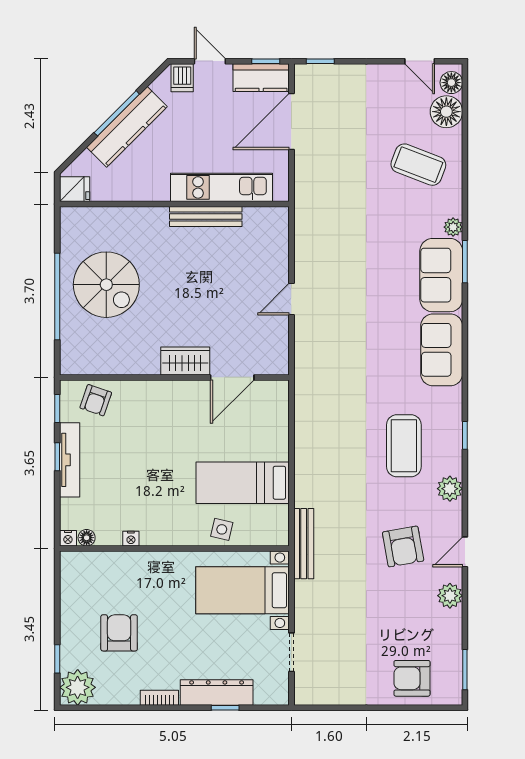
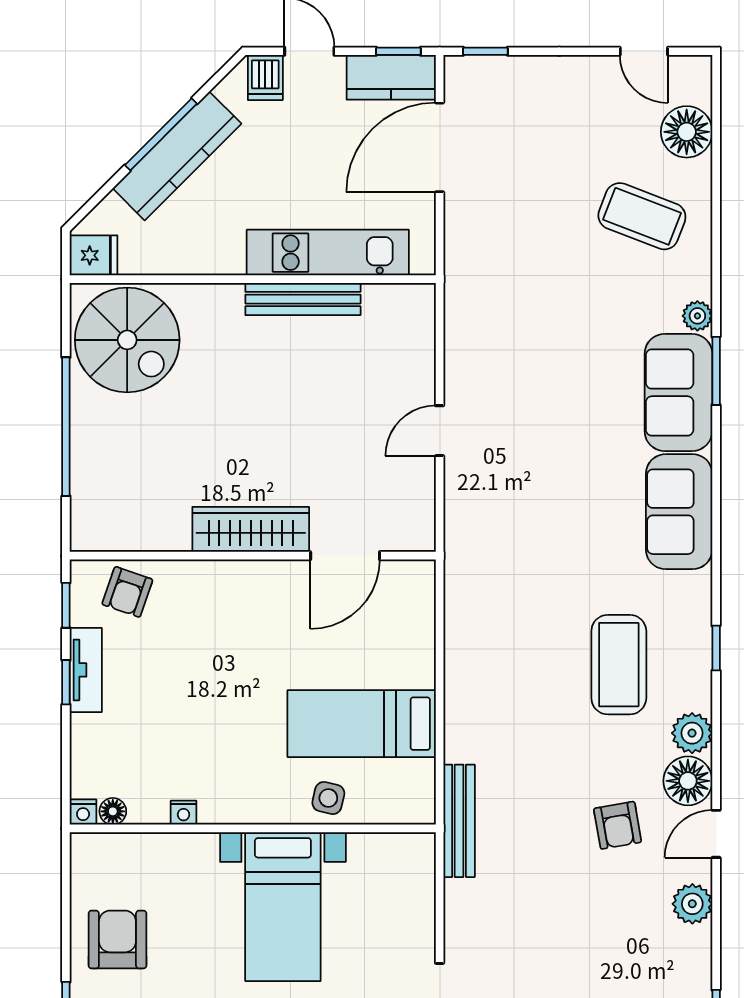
floor lamp: (451, 83) -> (688, 781), moved, width x1.38, depth x1.38
spiral stairs: (106, 285) -> (127, 340), moved
wardrobe: (185, 361) -> (251, 529), width x1.50
tv unit: (70, 460) -> (86, 670), width x0.71
armchair: (403, 546) -> (618, 825), width x0.72, depth x0.72
bed with nightstands: (242, 590) -> (283, 907), moved, turned -90
armchair: (119, 633) -> (117, 940), moved

